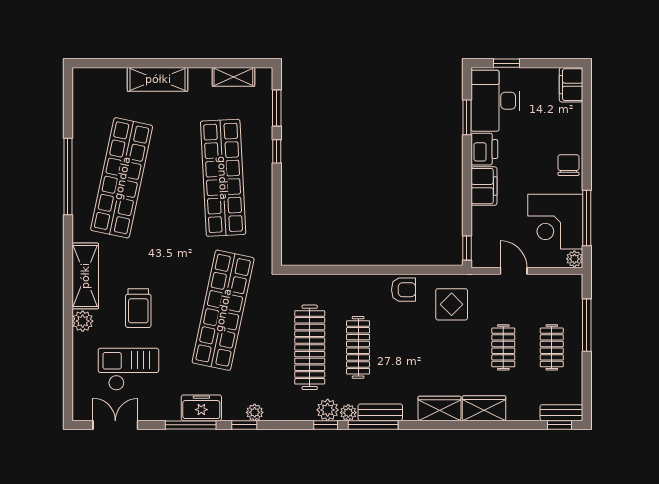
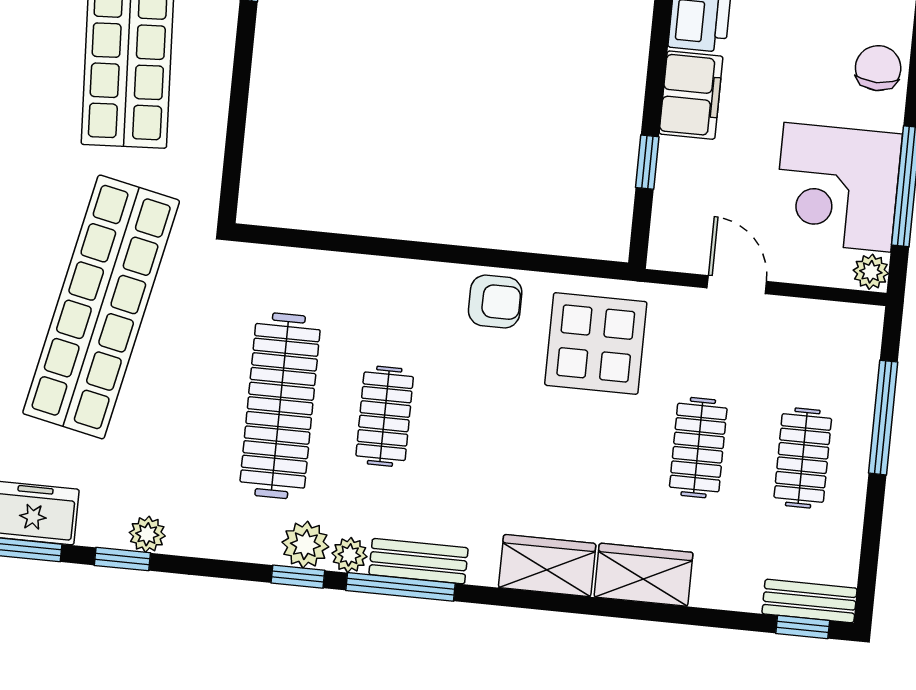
window: (467, 248) -> (647, 162), moved
display table: (452, 304) -> (596, 343), width x1.36, depth x1.36
clothes rail: (358, 347) -> (385, 416), width x0.73

